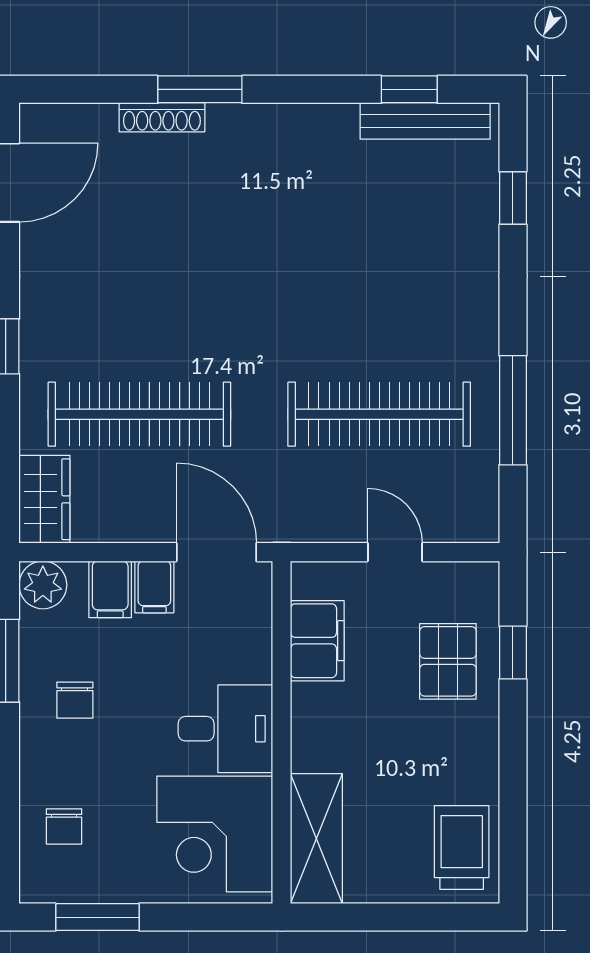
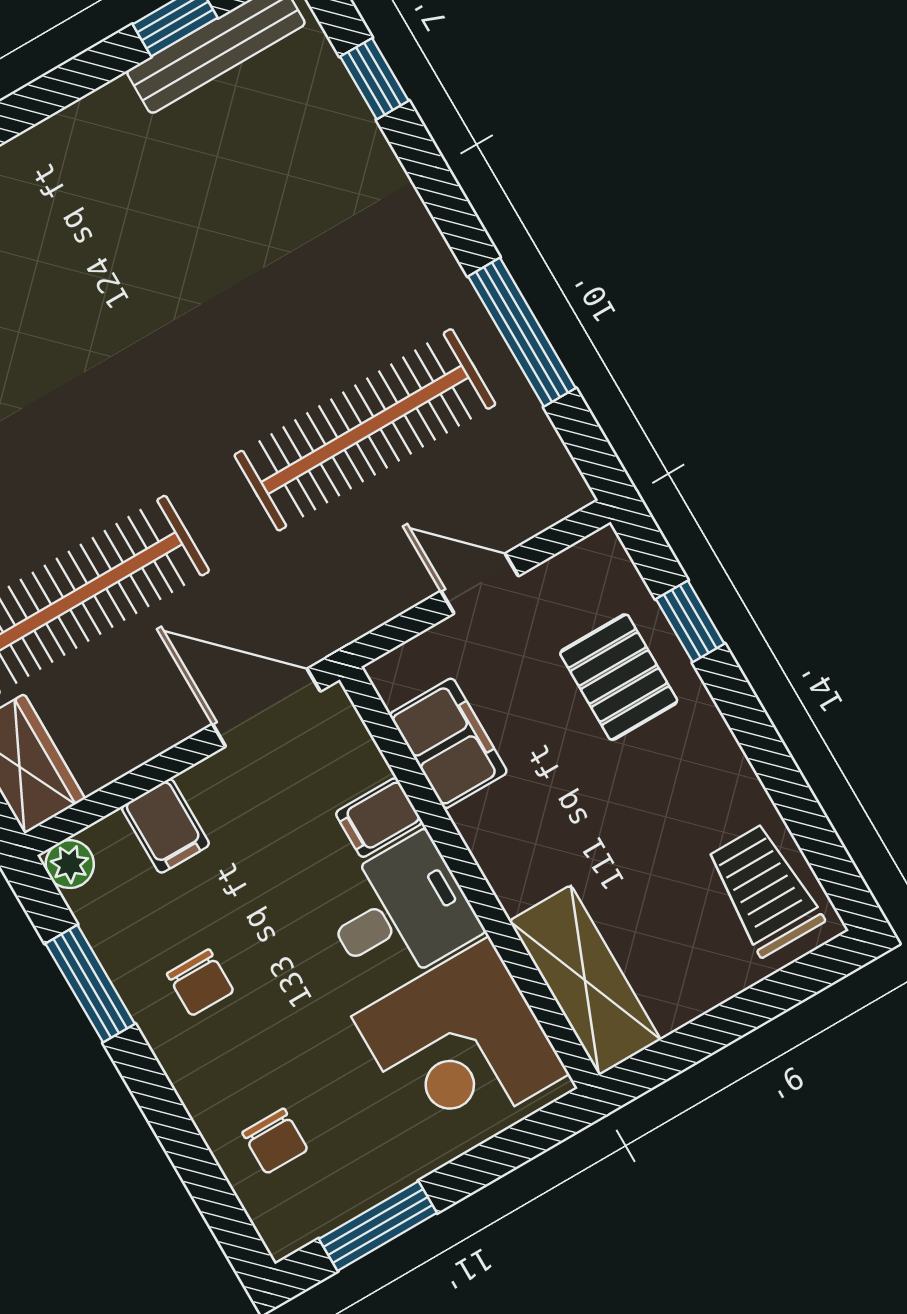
plant: (43, 585) -> (70, 864), width x0.73, depth x0.73
filing cabinet: (154, 587) -> (379, 818), moved, turned 90

